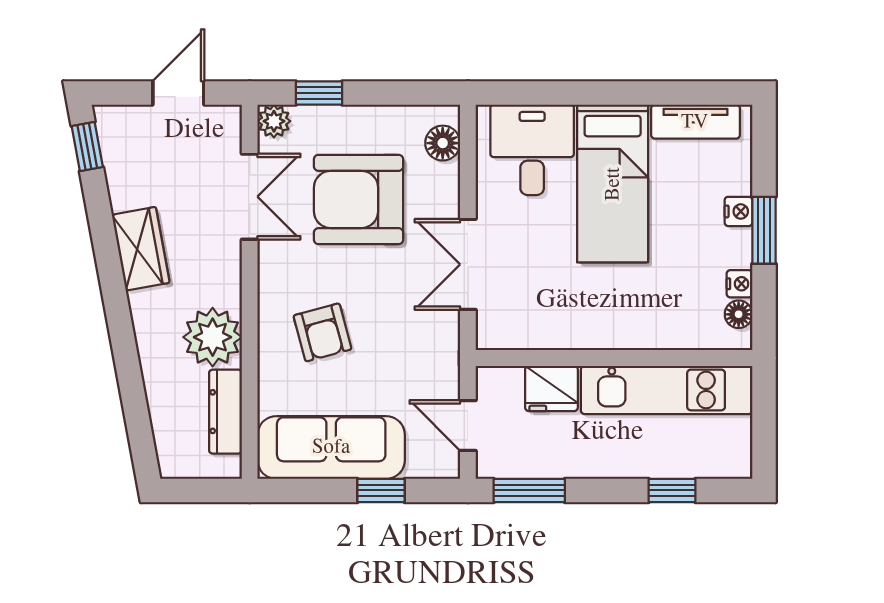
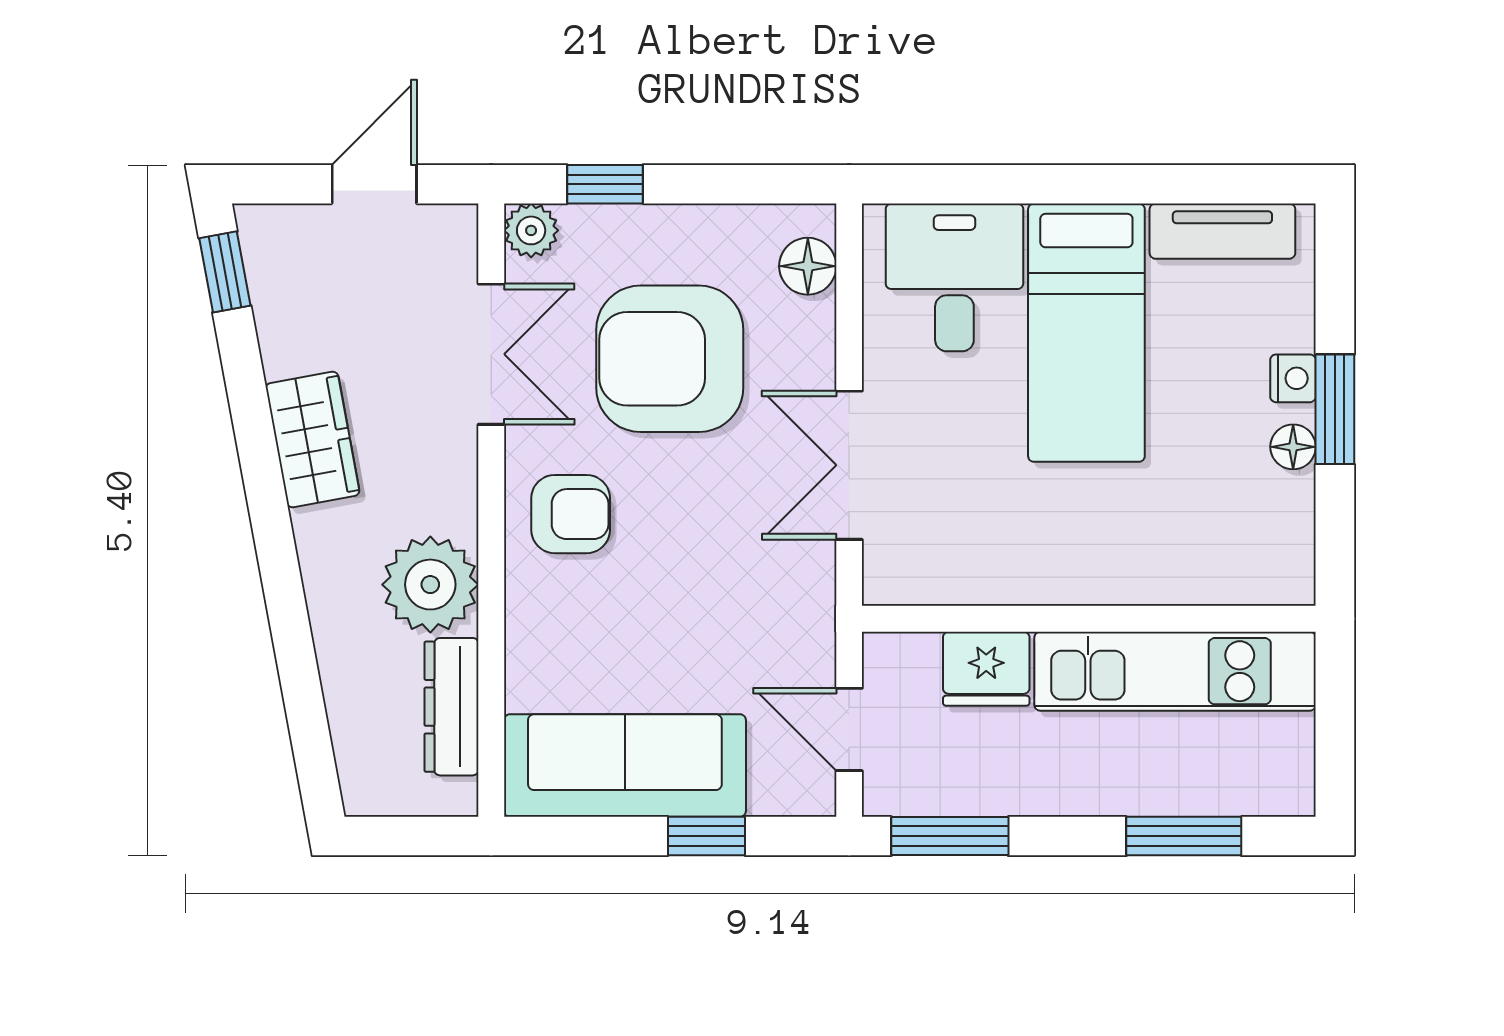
nightstand: (740, 284) -> (1295, 497), removed
floor lamp: (739, 314) -> (1293, 447), moved
armchair: (322, 332) -> (571, 514), moved, turned -75
window: (672, 490) -> (1184, 836), width x1.50

